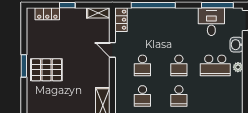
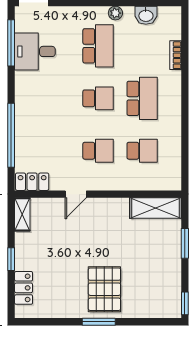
washbasin: (236, 45) -> (146, 15), moved
plant: (238, 67) -> (115, 13), moved
school desk: (179, 96) -> (142, 98), width x1.85

